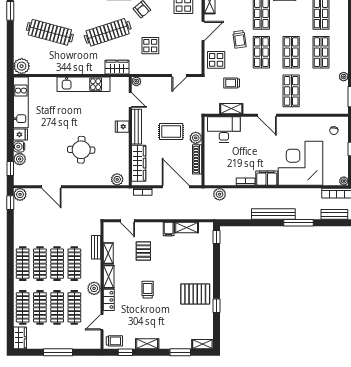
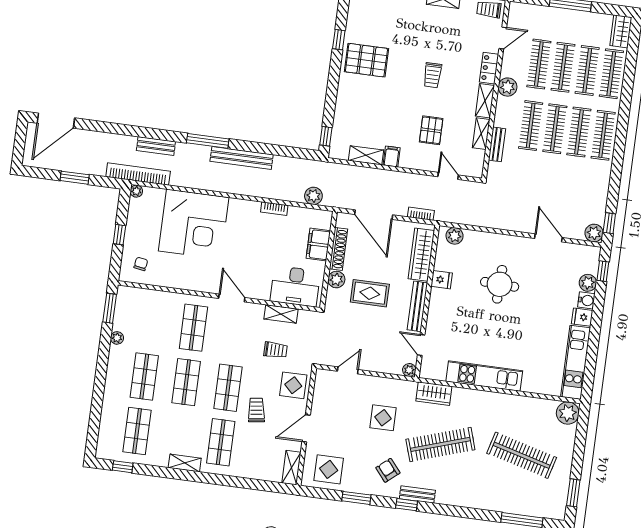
fridge: (122, 127) -> (442, 280), moved
filing cabinet: (267, 178) -> (318, 245), moved, turned 90

